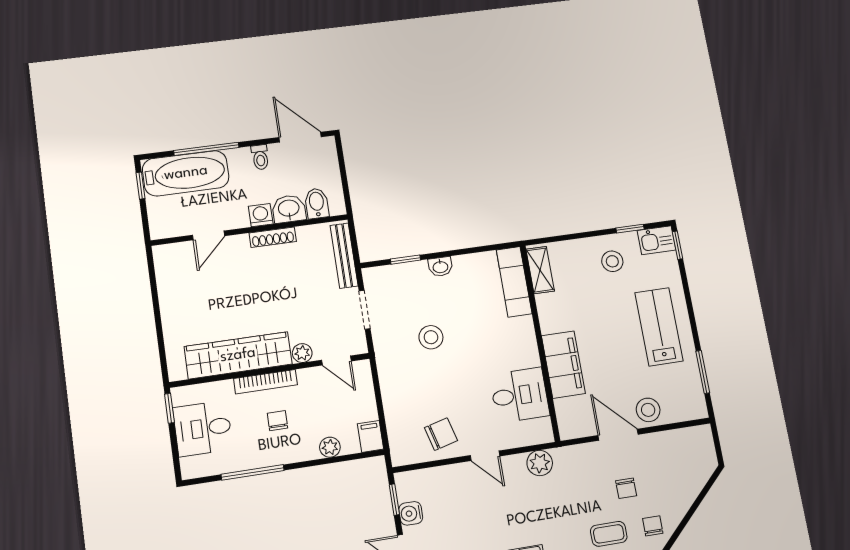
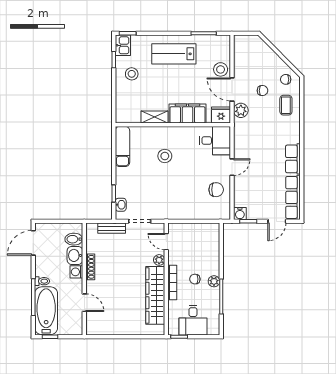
toilet: (260, 157) -> (42, 281), moved
bench: (344, 256) -> (112, 228), width x0.73
washbasin: (440, 267) -> (121, 205), moved
shelving: (540, 270) -> (155, 117), moved
exam couch: (514, 282) -> (122, 146), moved, turned -90
stool: (431, 337) -> (165, 156), moved
door: (336, 361) -> (166, 242), swing flipped
desk: (520, 395) -> (215, 141), moved, turned 90
fridge: (571, 423) -> (221, 115), added
chair: (441, 434) -> (216, 190), turned 105
door: (618, 435) -> (232, 89), hinge flipped
filing cabinet: (370, 436) -> (211, 229), removed
plant: (330, 447) -> (214, 281), moved
plant: (540, 463) -> (241, 110), moved
water cooler: (411, 513) -> (240, 214), moved

